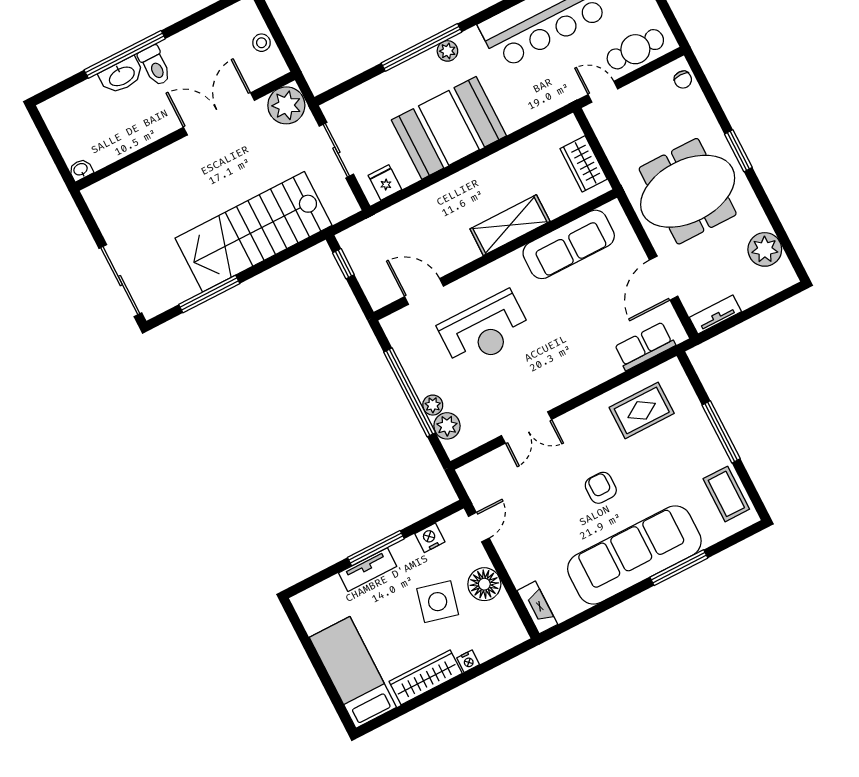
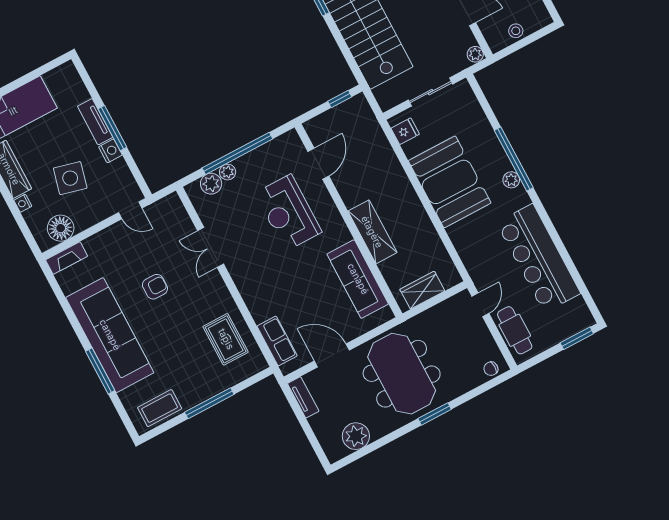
plant: (286, 105) -> (475, 54), width x0.53, depth x0.53
armchair: (601, 488) -> (155, 287), moved
nightstand: (430, 538) -> (110, 151), moved
floor lamp: (484, 584) -> (61, 228), moved

